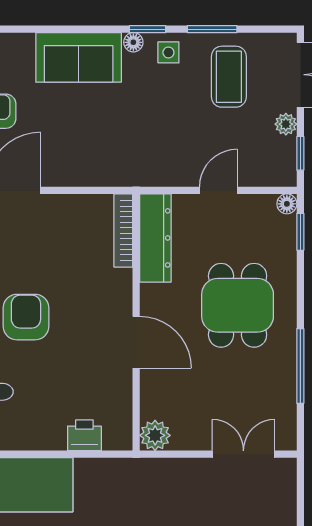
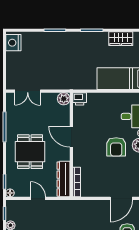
door: (218, 190) -> (38, 198), swing flipped
printer: (84, 435) -> (80, 99), moved

